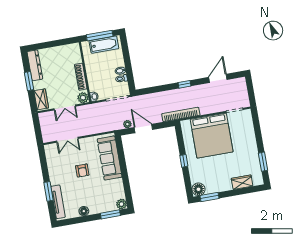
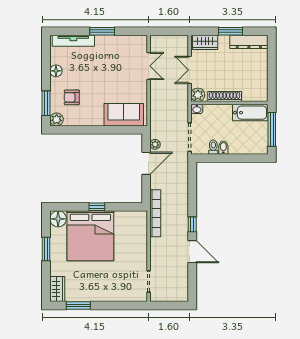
bathtub: (104, 45) -> (250, 113), moved, turned -90
door: (218, 78) -> (192, 252), moved
bed: (212, 136) -> (90, 236), moved, turned -90
double door: (67, 140) -> (149, 66), swing flipped
sofa: (110, 158) -> (124, 115), width x0.73
armchair: (82, 171) -> (72, 97), moved
wardrobe: (242, 182) -> (57, 289), moved
window: (49, 191) -> (102, 31), moved
window: (210, 197) -> (46, 249), moved

